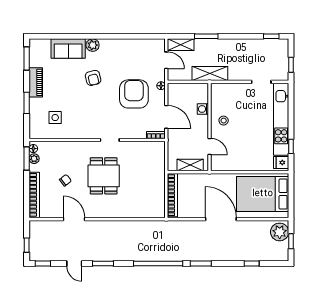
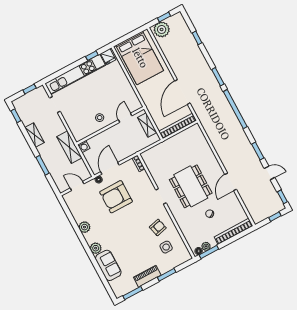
plant: (120, 45) -> (84, 227), added
shelving: (181, 45) -> (35, 135), moved
door: (166, 60) -> (77, 186), hinge flipped
armchair: (93, 78) -> (158, 227), moved
washing machine: (203, 109) -> (84, 146), moved
door: (166, 117) -> (110, 168), moved
dining table: (104, 176) -> (191, 186), width x1.38
door: (74, 219) -> (231, 182), moved
door: (221, 219) -> (182, 92), moved
door: (74, 264) -> (269, 173), hinge flipped

